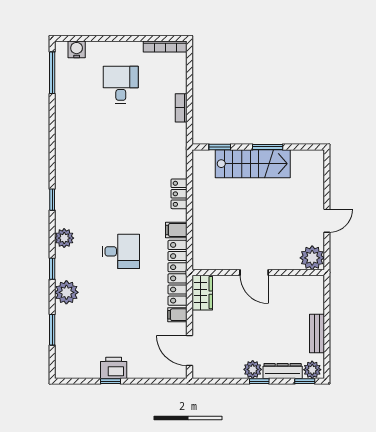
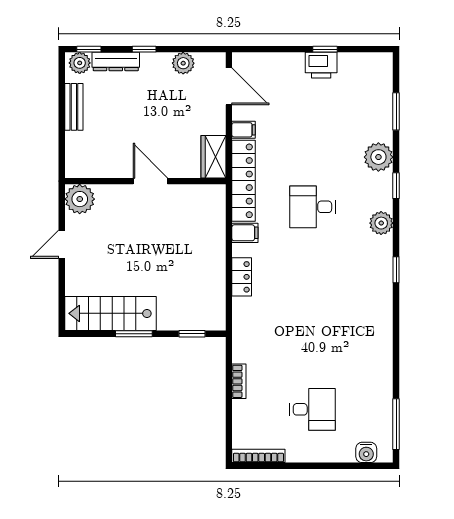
desk: (121, 85) -> (312, 409), turned -90
stairs: (253, 164) -> (110, 313), moved
plant: (253, 369) -> (183, 63), moved

